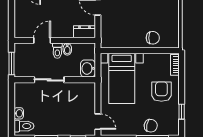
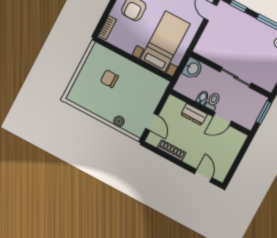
dresser: (84, 32) -> (194, 114), moved
chair: (153, 38) -> (109, 79), moved

